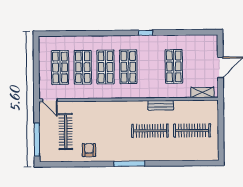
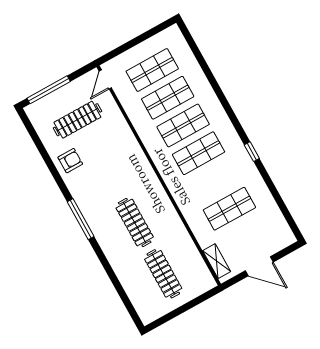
bench: (161, 105) -> (173, 218), removed

